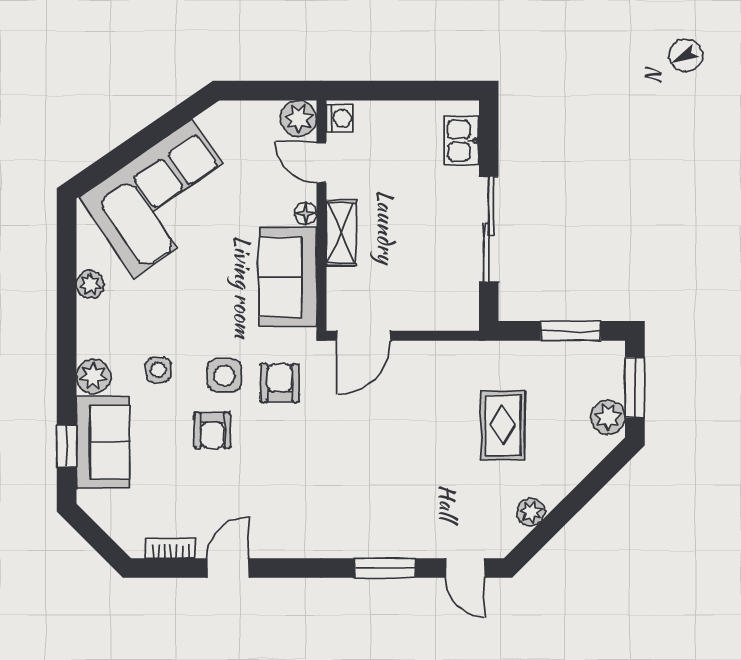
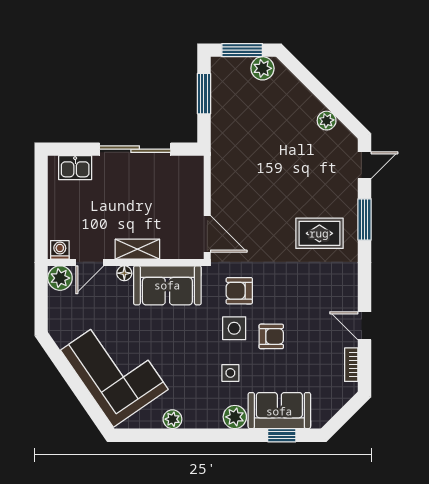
rug: (503, 425) -> (319, 233), moved

